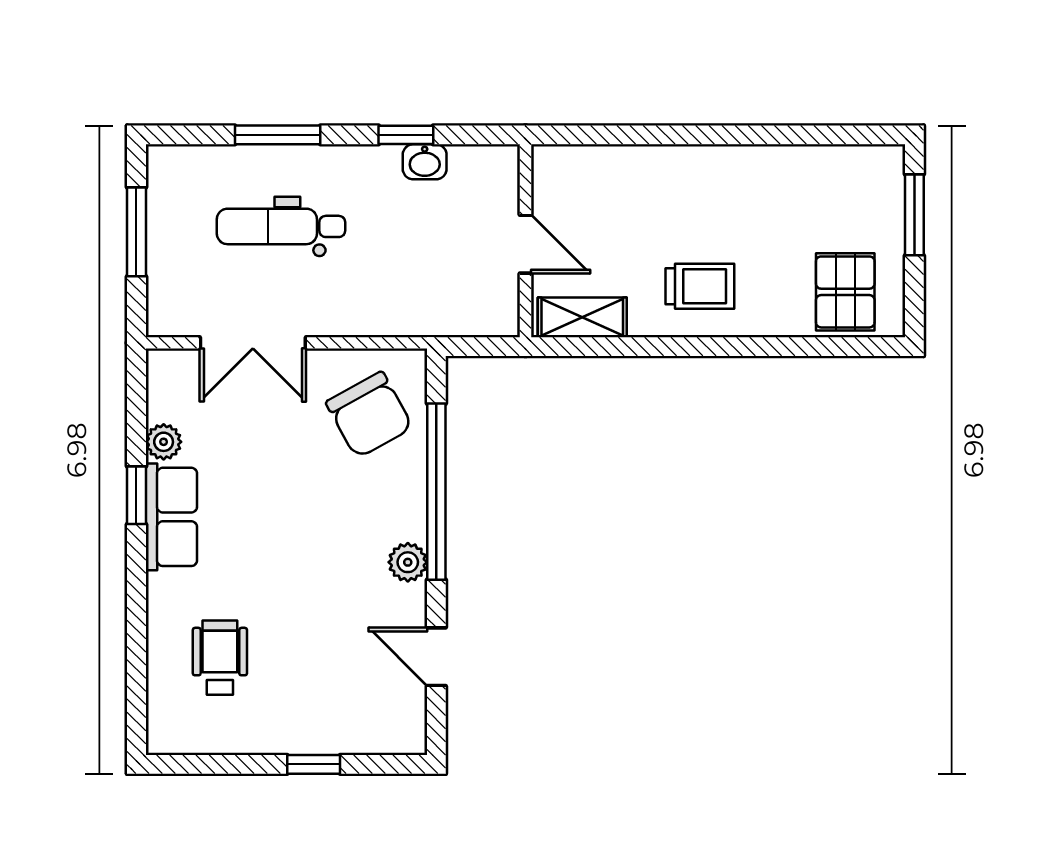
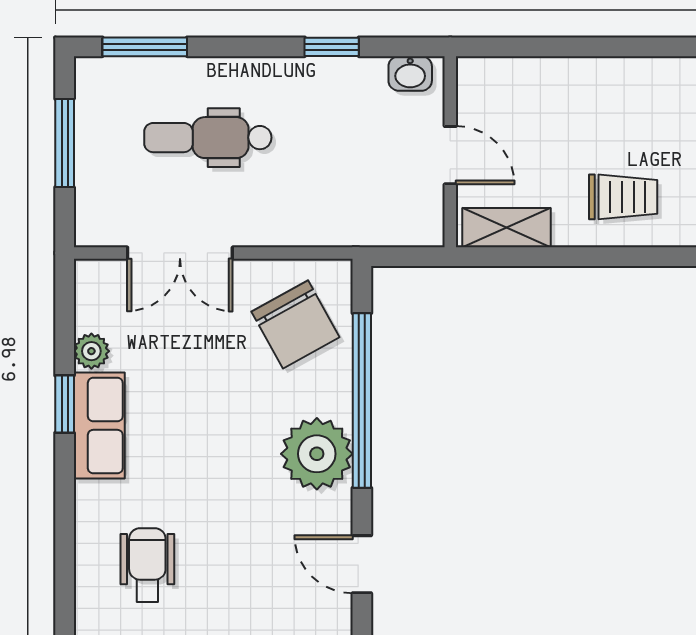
window: (278, 135) -> (145, 47), moved
washbasin: (425, 162) -> (410, 73), moved
plant: (408, 562) -> (317, 454), width x1.88, depth x1.88

